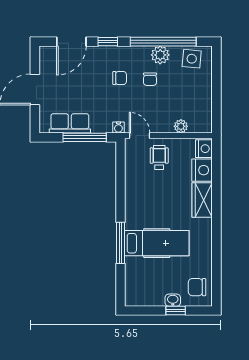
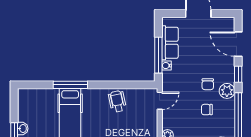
plant: (160, 55) -> (227, 91), moved
water cooler: (118, 128) -> (166, 66), moved
wheelchair: (159, 158) -> (117, 101), moved, turned -102

